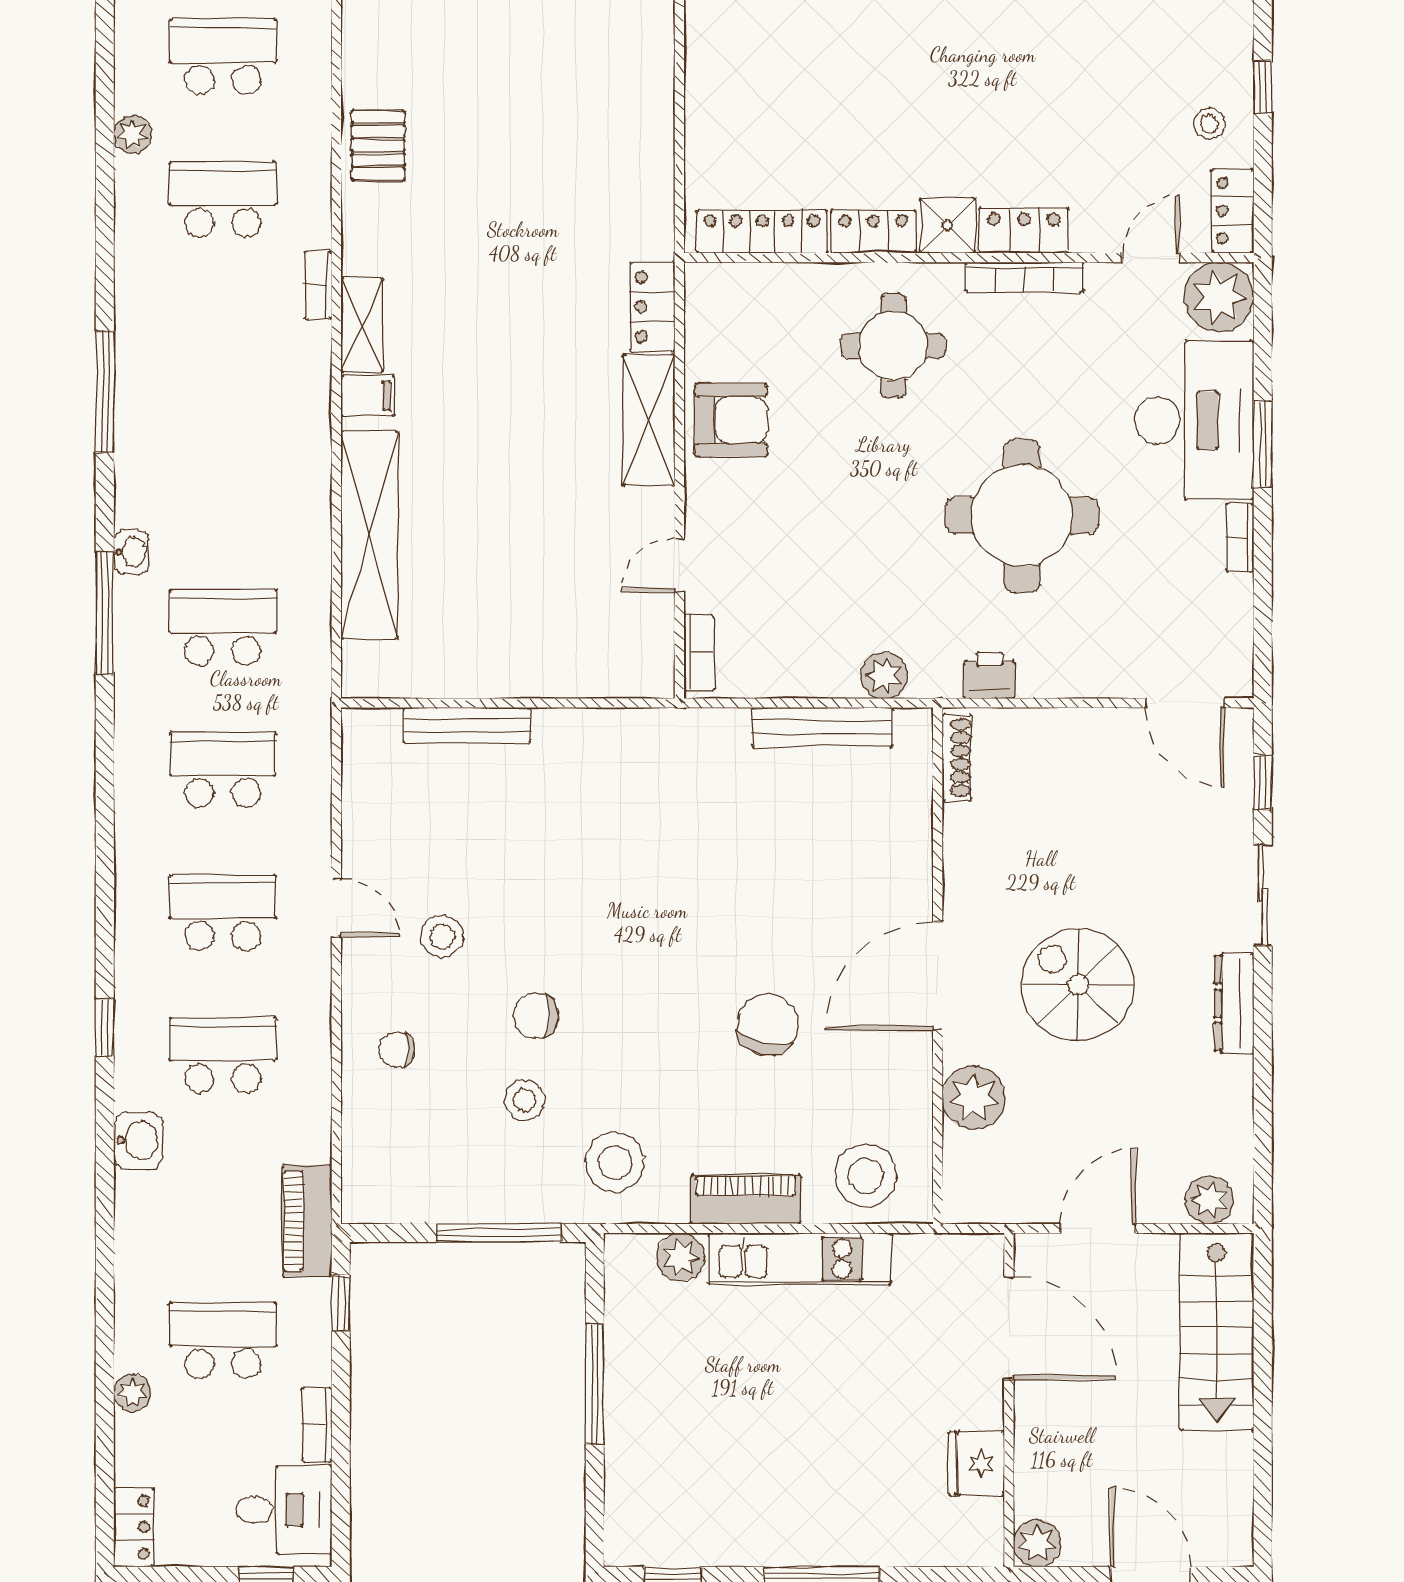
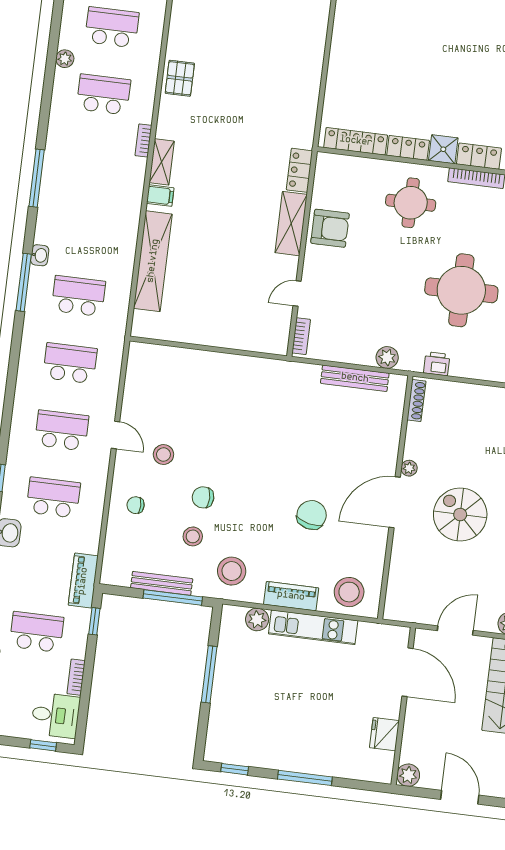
bench: (467, 725) -> (162, 583), moved
plant: (974, 1098) -> (409, 468), moved, width x0.53, depth x0.53

